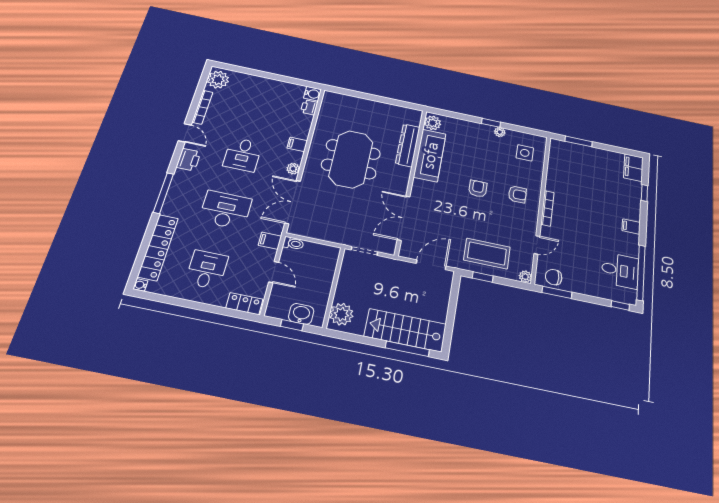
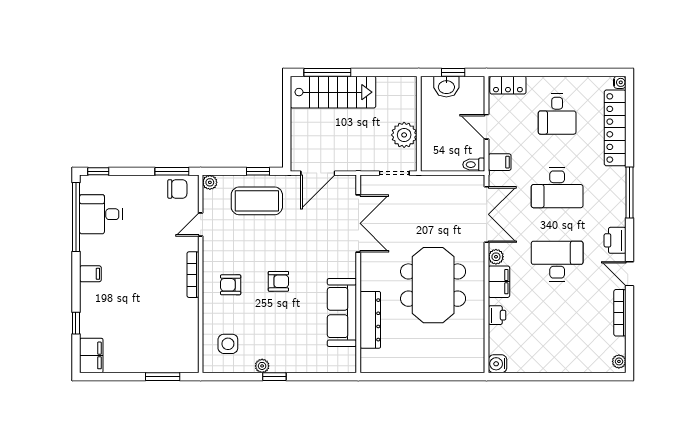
plant: (218, 80) -> (619, 361), width x0.53, depth x0.53
printer: (309, 107) -> (497, 315), moved
plant: (433, 123) -> (346, 359), removed
filing cabinet: (297, 144) -> (499, 282), width x2.00
desk: (243, 155) -> (557, 261), width x1.37
armchair: (478, 189) -> (278, 281), turned -90
plant: (341, 314) -> (404, 135), moved

